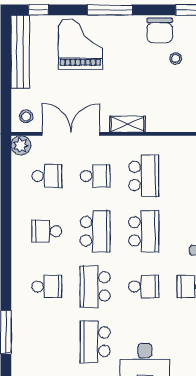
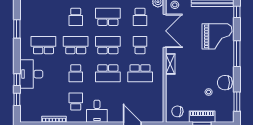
school desk: (95, 176) -> (140, 45), turned 180
school desk: (47, 231) -> (108, 17), width x1.85
school desk: (95, 231) -> (108, 45), turned 180

